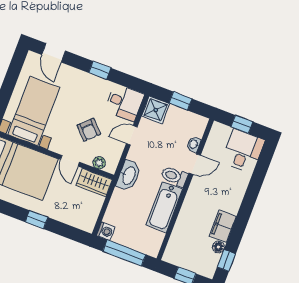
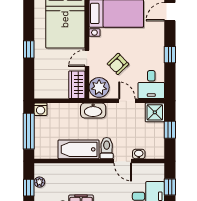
plant: (99, 163) -> (99, 87), width x1.88, depth x1.88
plant: (183, 262) -> (39, 182), added

